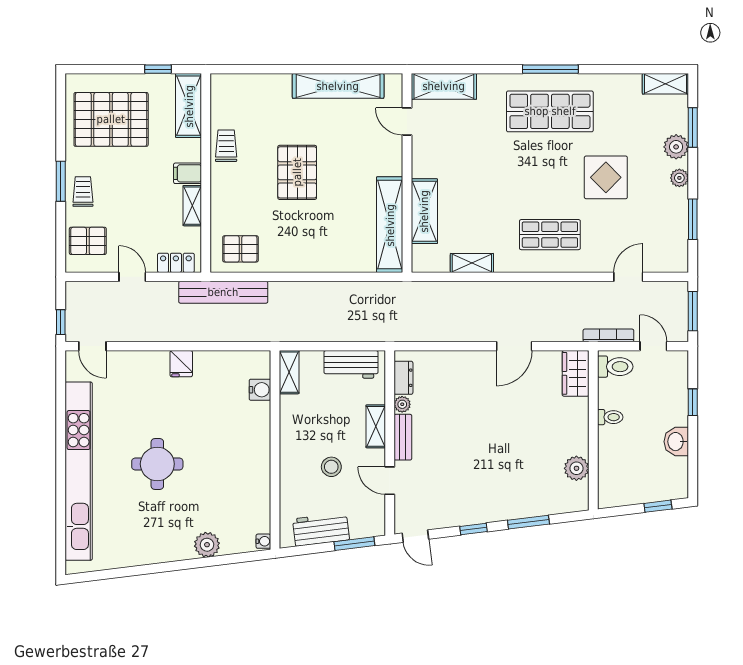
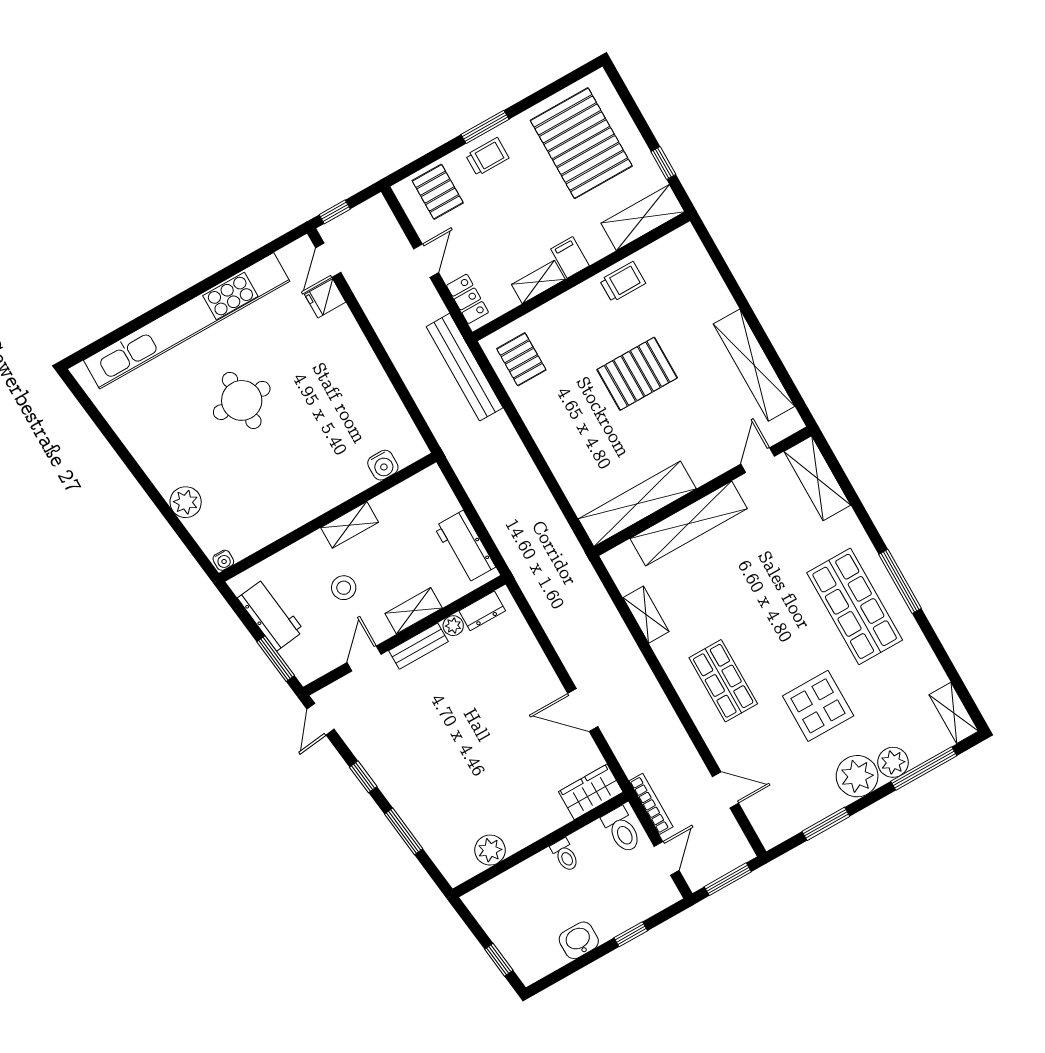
window: (693, 127) -> (924, 768), width x1.44
plant: (679, 178) -> (857, 776), width x1.88, depth x1.88
shelving: (424, 211) -> (689, 524), width x1.47
fridge: (181, 364) -> (325, 298), moved
shelving: (289, 372) -> (350, 525), moved

